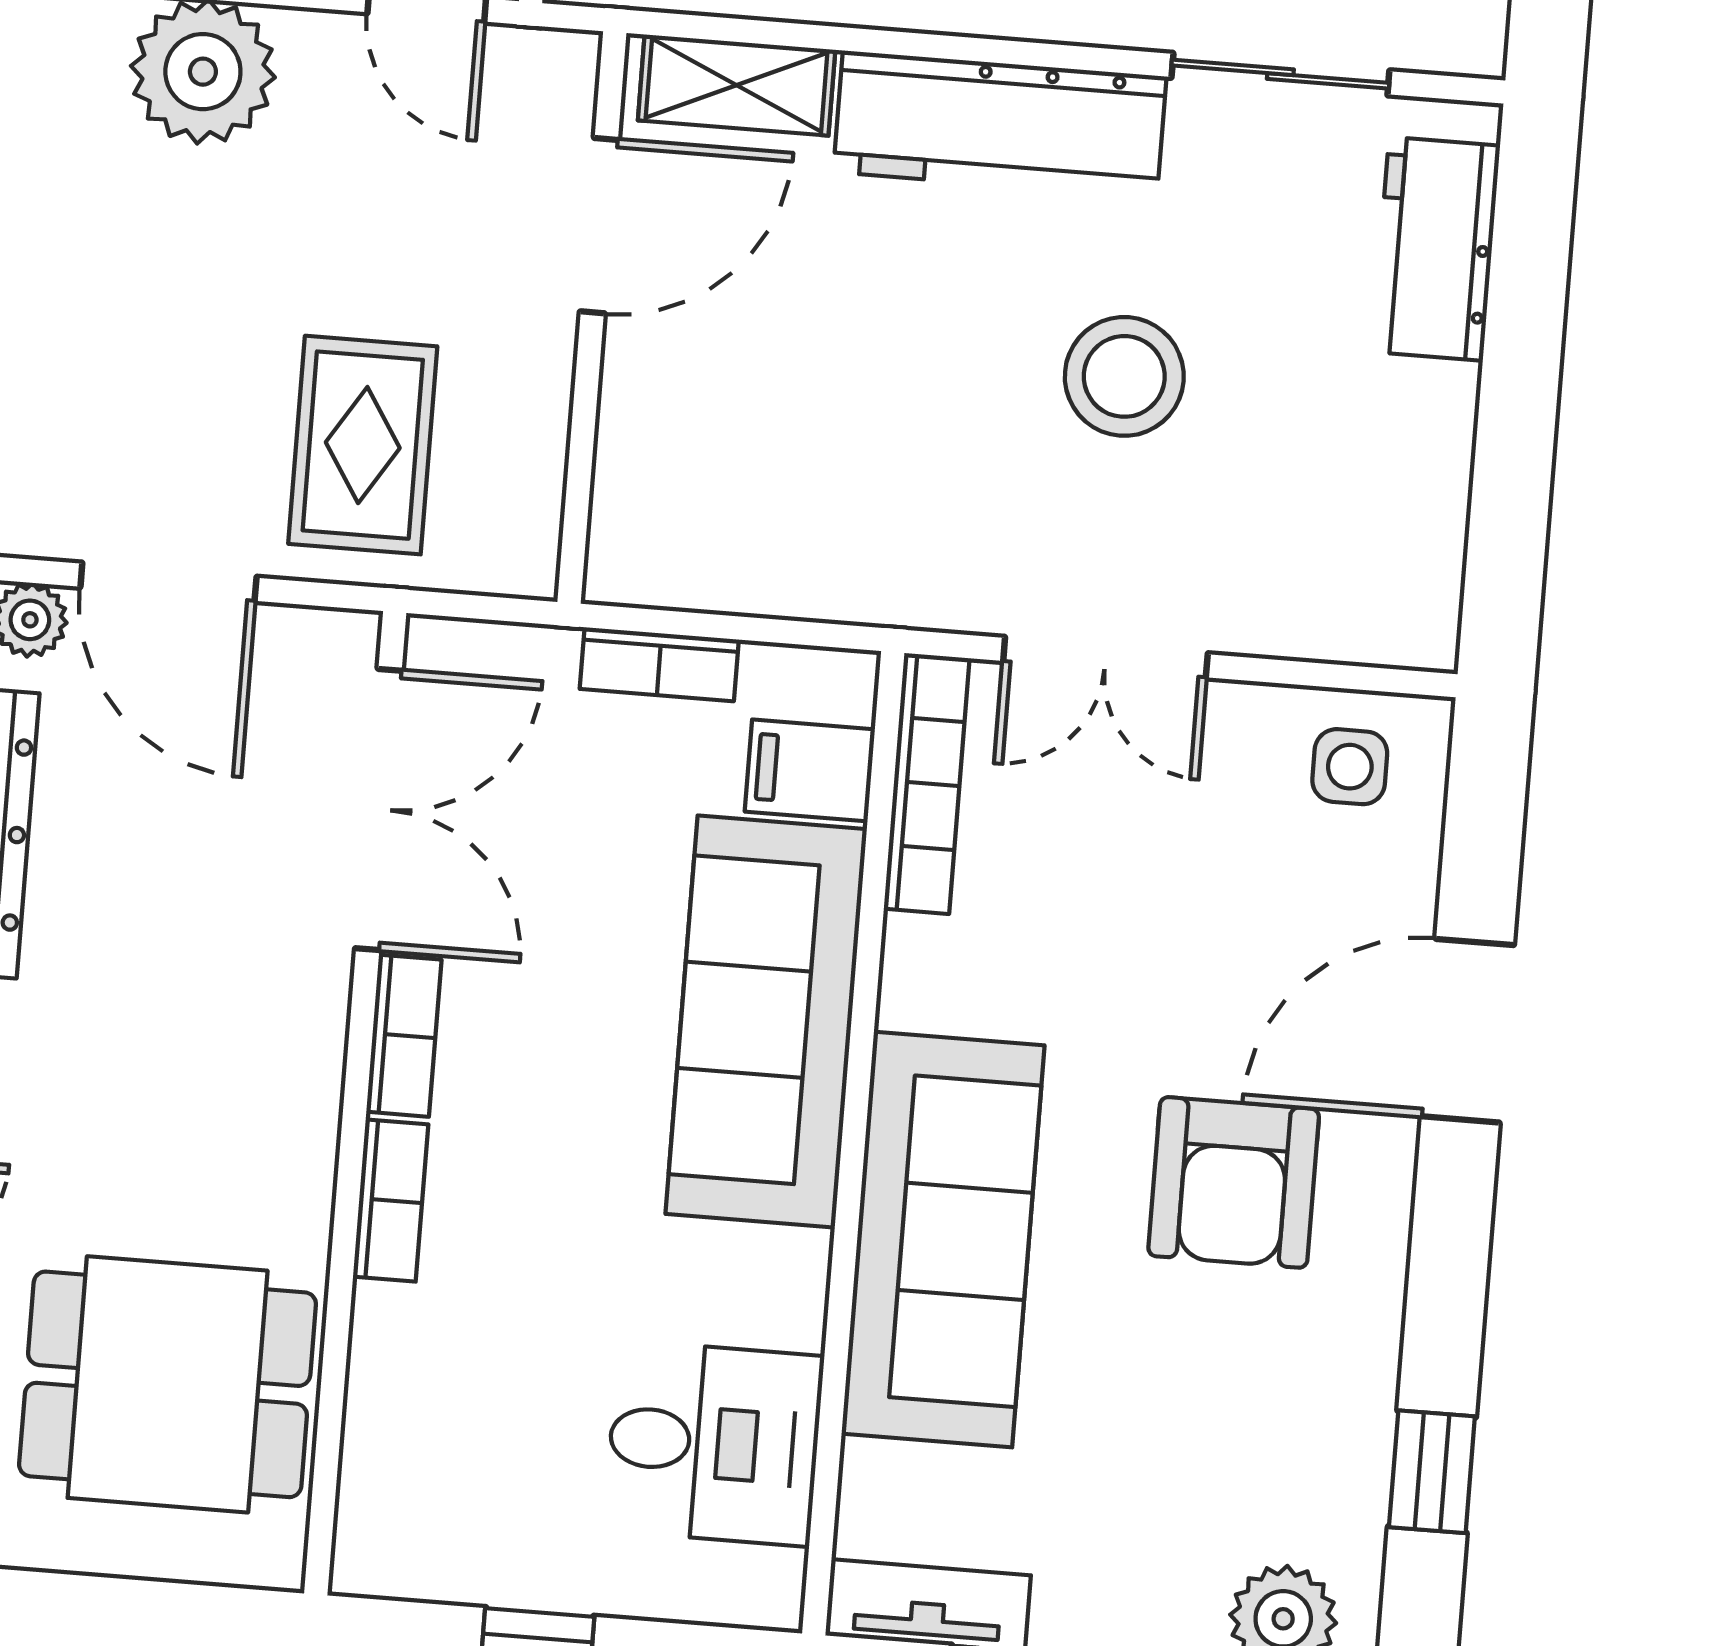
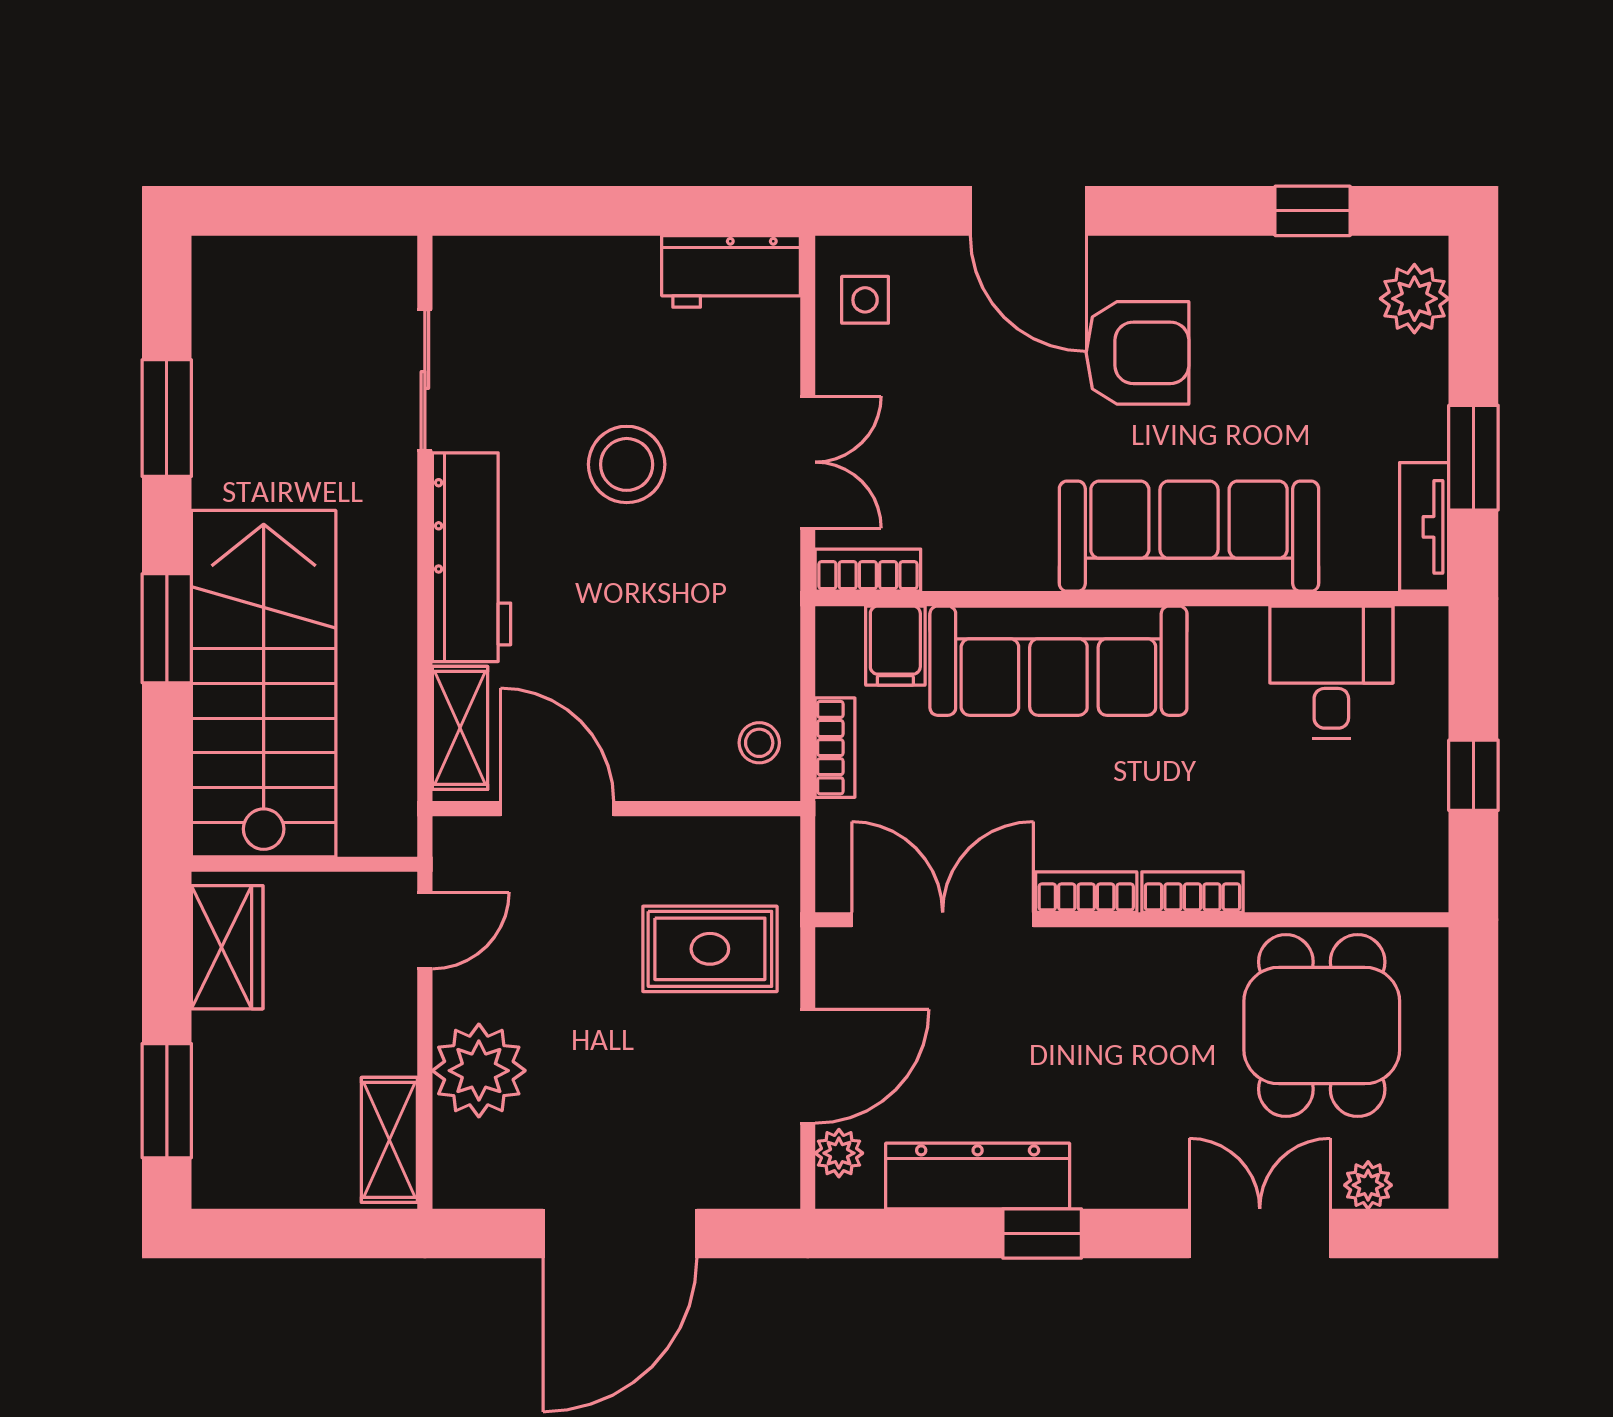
workbench: (1436, 249) -> (731, 271), moved
stool: (676, 547) -> (759, 743), added
bookcase: (927, 783) -> (868, 570), width x0.64

